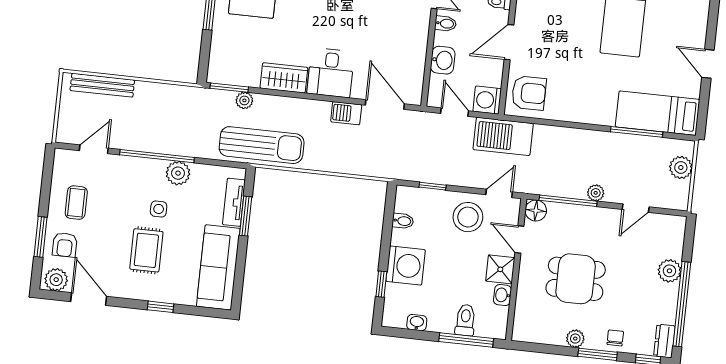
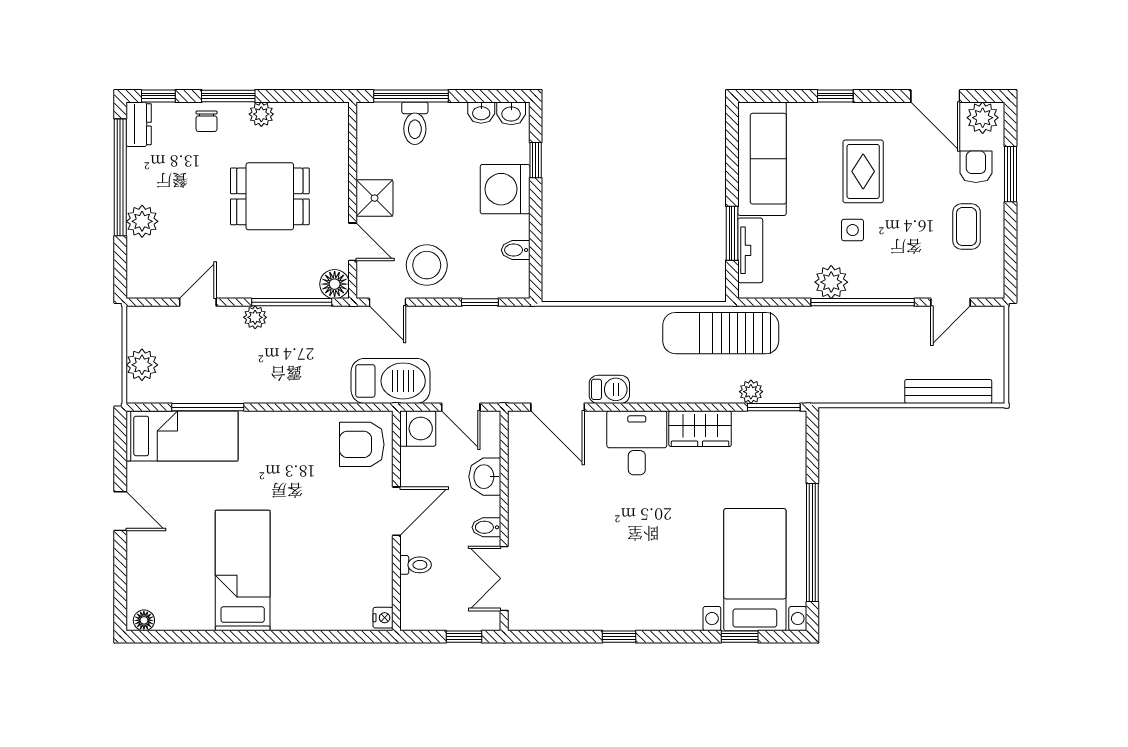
door: (499, 193) -> (388, 302), hinge flipped
washbasin: (502, 295) -> (511, 113), moved, turned 90

